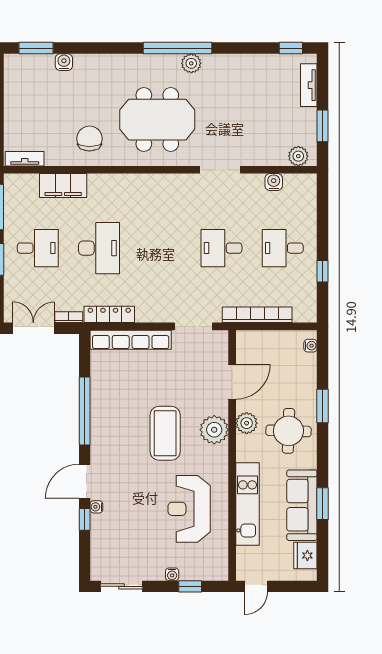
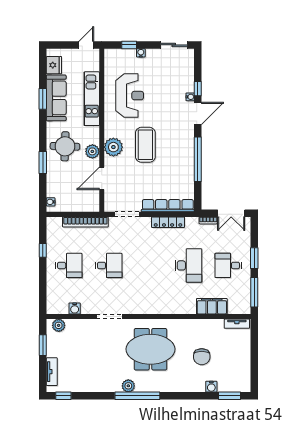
chair: (89, 139) -> (202, 357), moved
desk: (99, 248) -> (188, 265), turned 180
locker: (109, 314) -> (168, 222), moved

